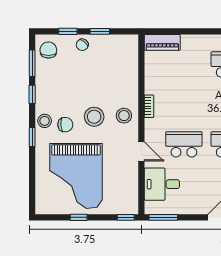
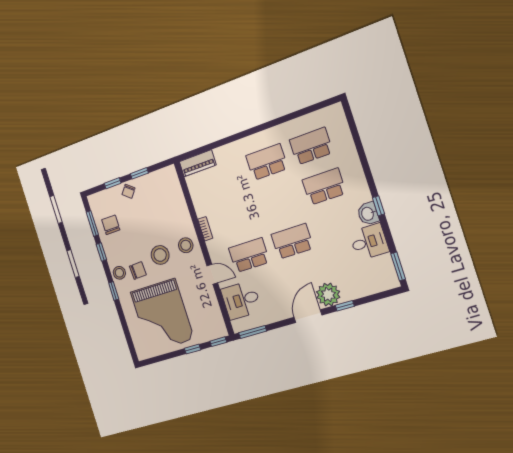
chair: (48, 50) -> (111, 225), moved
window: (79, 217) -> (193, 349), moved

